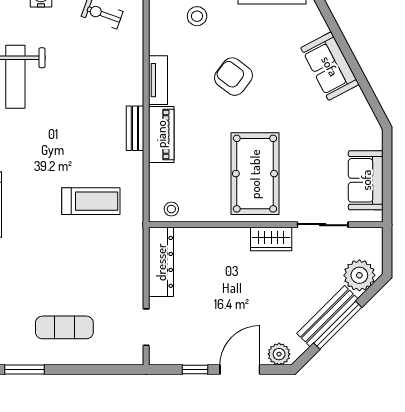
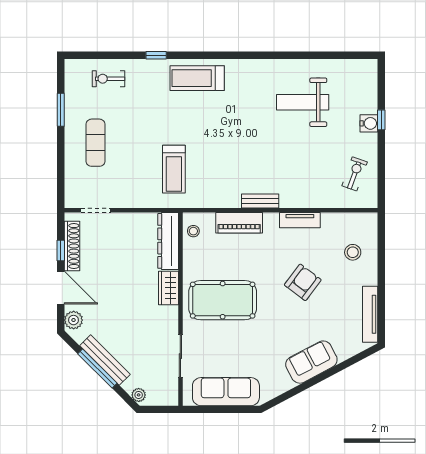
piano: (161, 134) -> (239, 223), moved
sofa: (366, 180) -> (226, 392), width x1.36
treadmill: (91, 201) -> (174, 169), moved
wardrobe: (271, 239) -> (168, 288), moved
dresser: (161, 262) -> (168, 241), moved, turned 90
plant: (359, 275) -> (139, 395), width x0.53, depth x0.53
shoe rack: (189, 356) -> (72, 246), added

